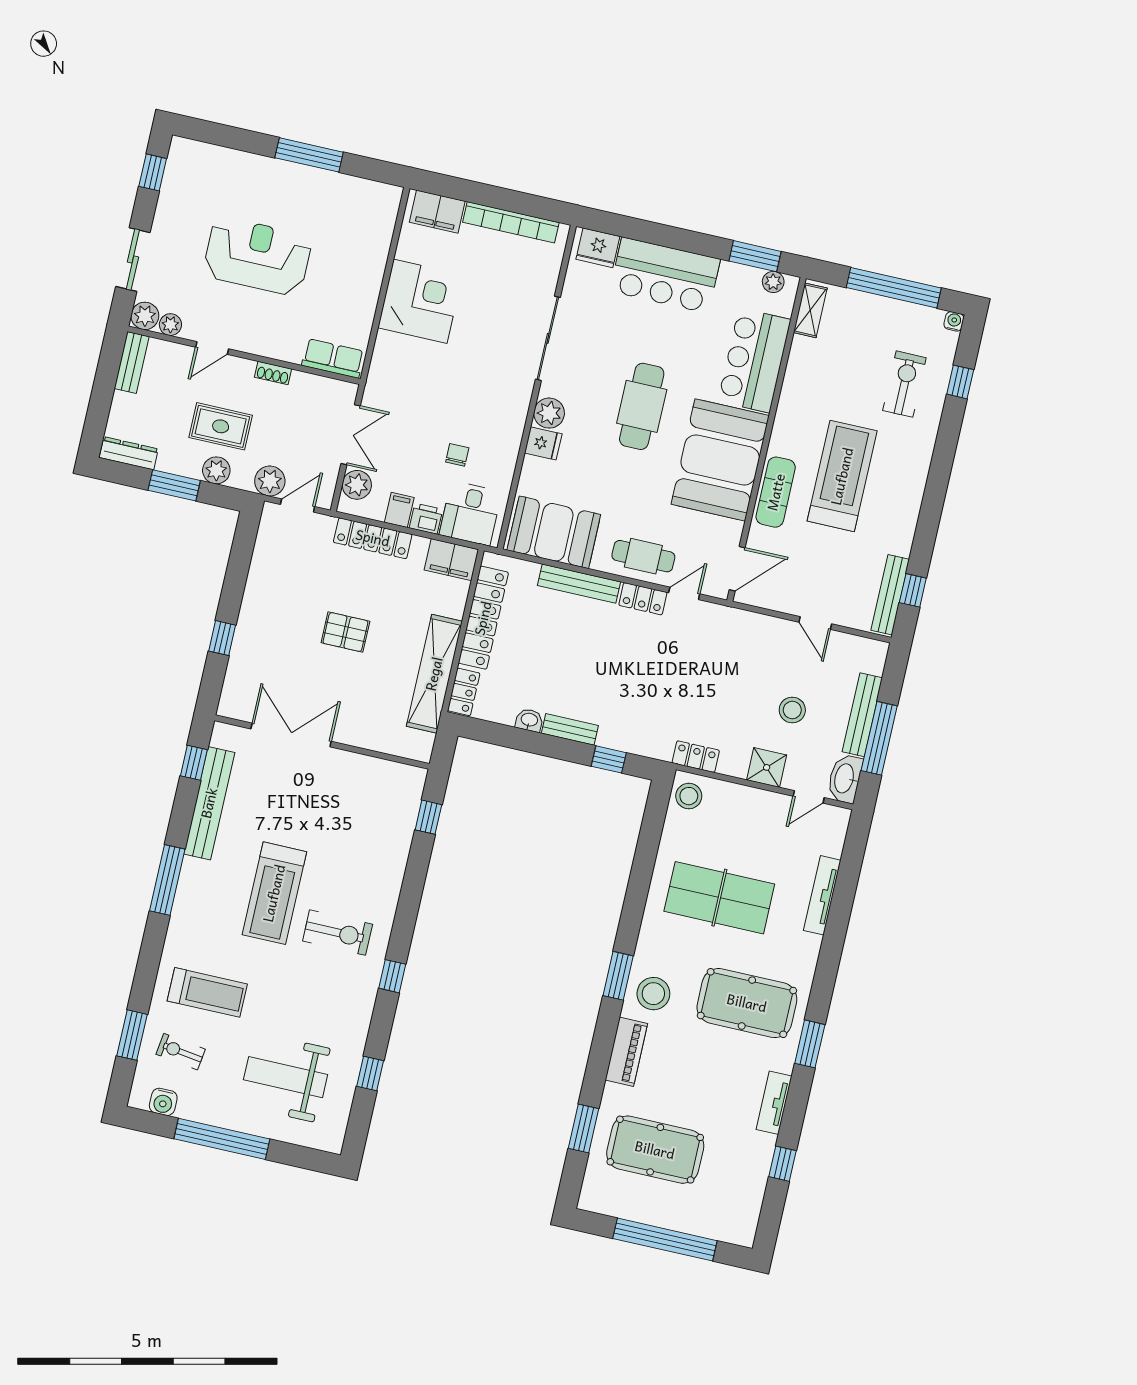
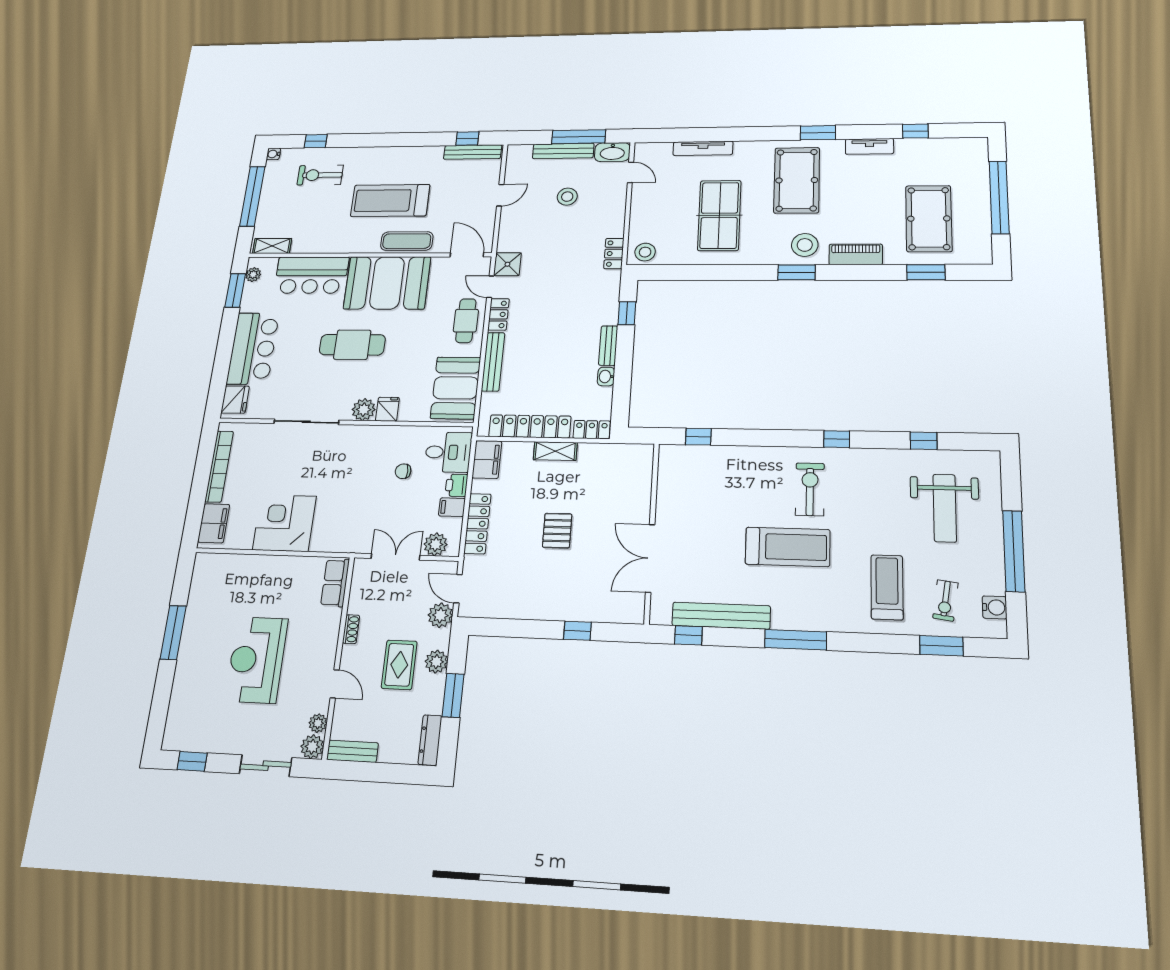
shelving: (434, 674) -> (555, 451), width x0.45, depth x0.75
shower: (767, 767) -> (507, 264), moved

